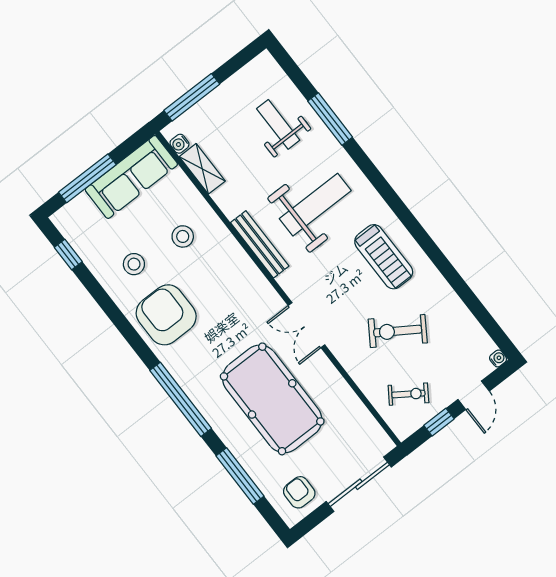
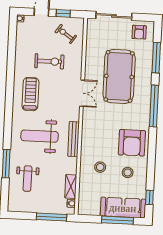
sofa: (131, 177) -> (123, 208), moved
exercise bike: (398, 331) -> (49, 61), turned -33

